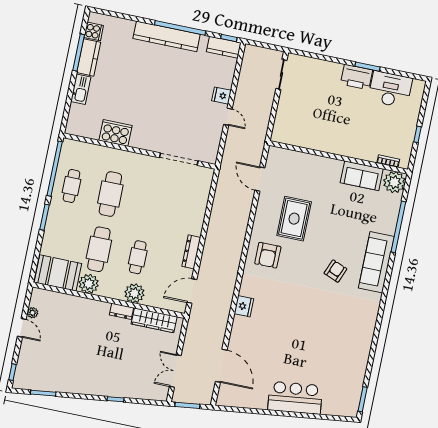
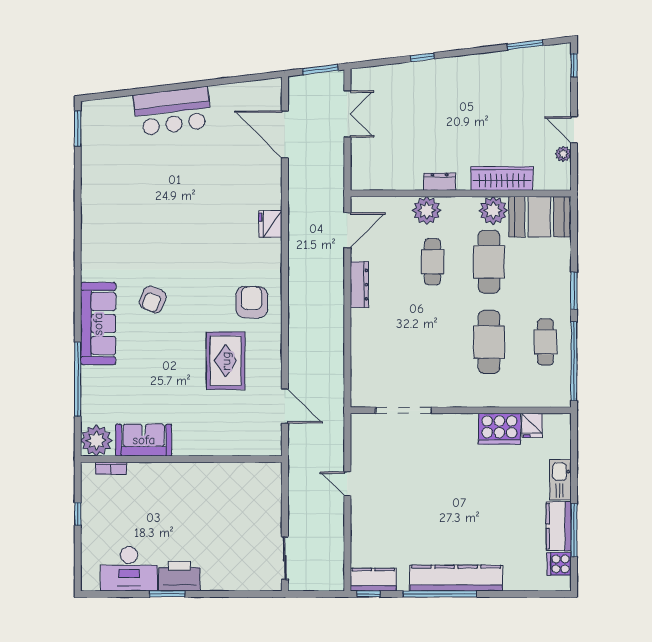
fridge: (221, 96) -> (532, 425), moved, turned 90
wardrobe: (154, 320) -> (502, 179), moved

